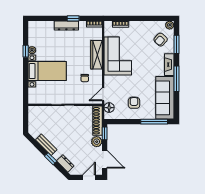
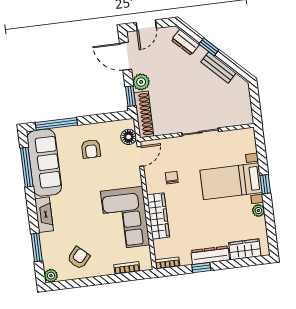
wardrobe: (44, 27) -> (245, 249), added
armchair: (161, 40) -> (79, 258), moved
window: (26, 51) -> (265, 184), moved
window: (177, 79) -> (27, 167), moved

